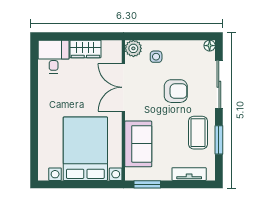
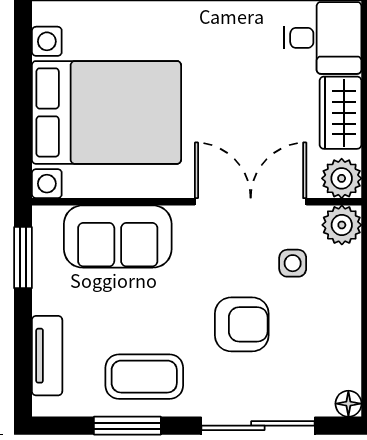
plant: (113, 48) -> (342, 178), added
side table: (156, 57) -> (293, 263), moved
armchair: (176, 91) -> (242, 324), turned -90

